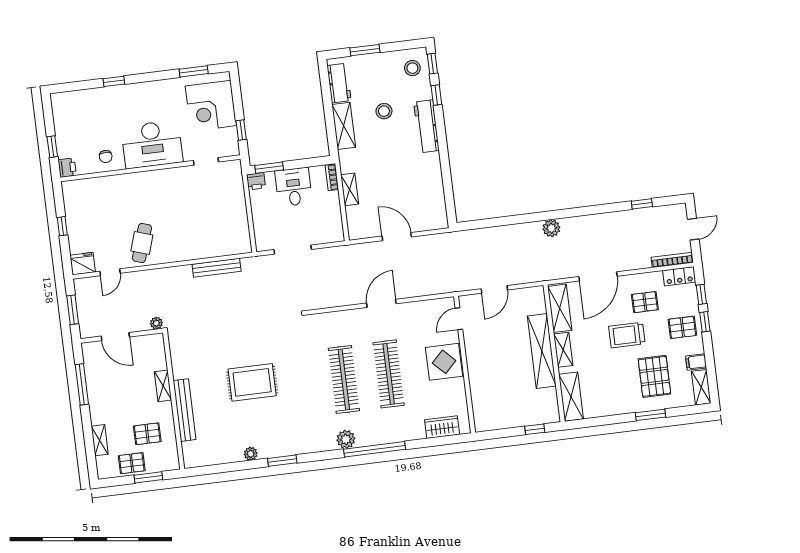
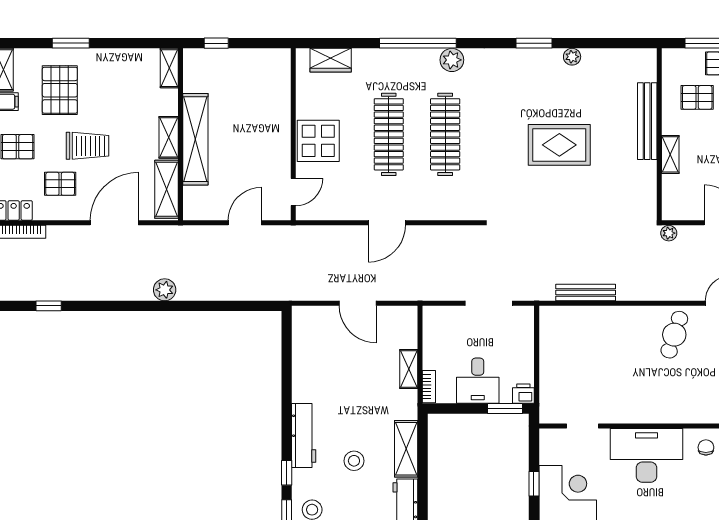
window: (241, 130) -> (534, 484), moved
shelving: (571, 397) -> (169, 68), width x0.67, depth x0.75

